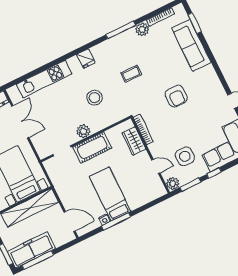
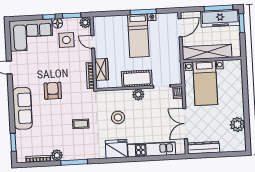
sofa: (191, 45) -> (22, 108), moved
fridge: (86, 59) -> (116, 149), width x1.88, depth x1.34
dishwasher: (42, 151) -> (178, 93), added
floor lamp: (202, 170) -> (58, 23), added
door: (70, 222) -> (180, 28), swing flipped

